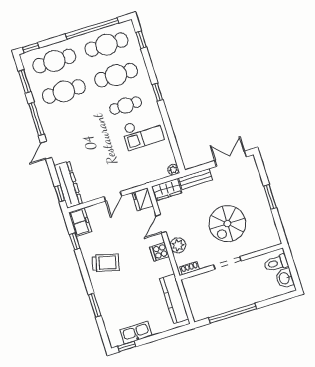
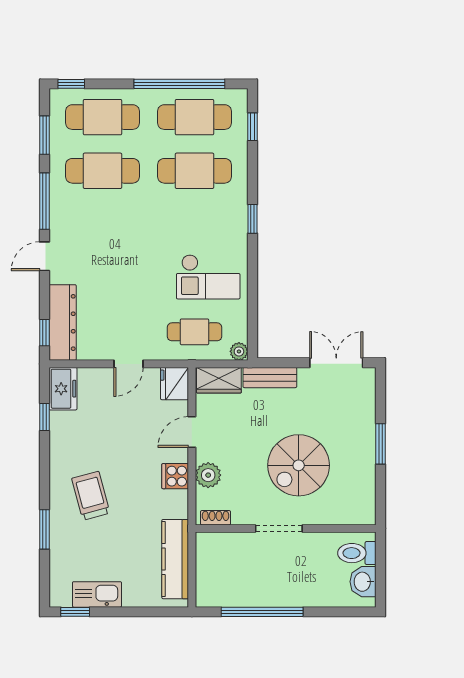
cafe table: (126, 106) -> (195, 332), moved
trolley: (106, 263) -> (91, 496), moved, turned -119

